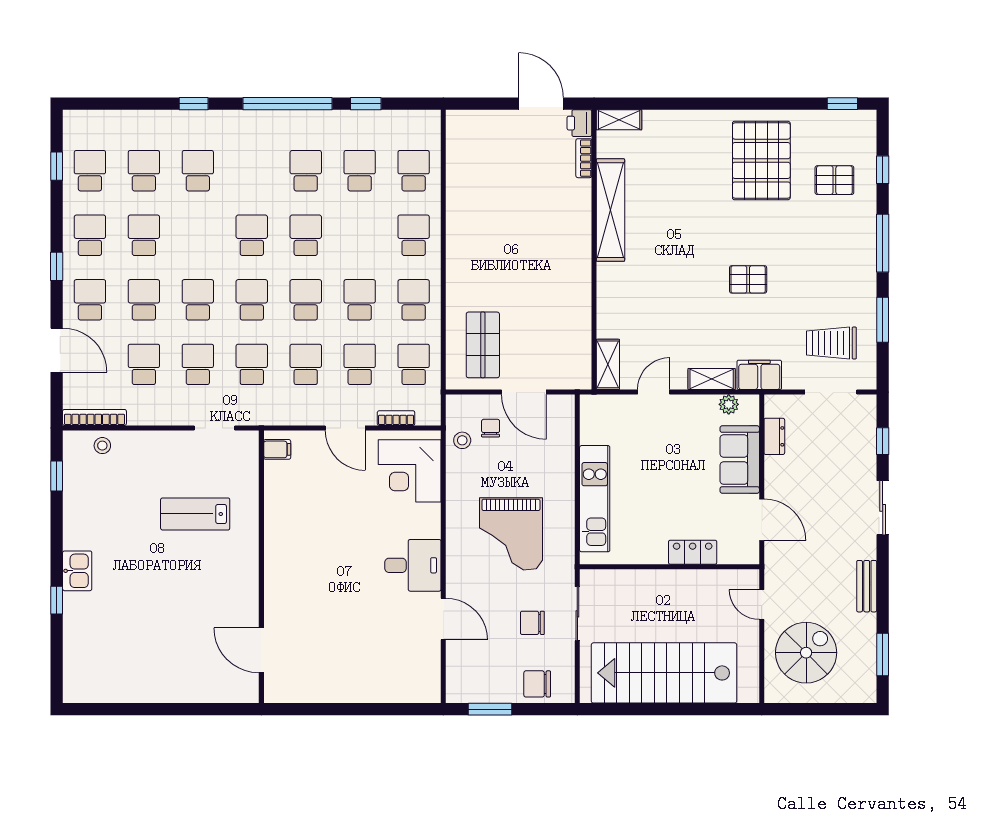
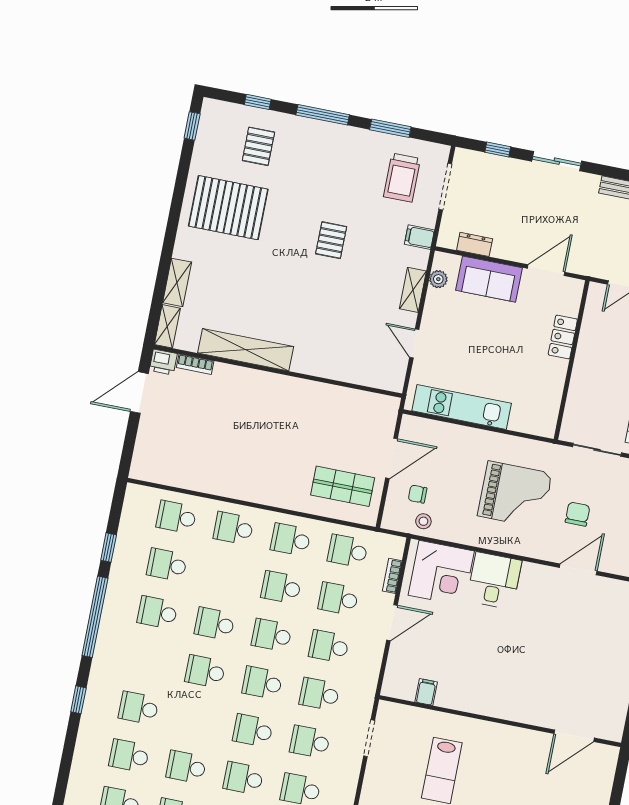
shelving: (608, 364) -> (177, 282), moved, turned 90
filing cabinet: (759, 375) -> (419, 237), width x0.50
filing cabinet: (277, 449) -> (426, 692), moved
kitchen unit: (595, 499) -> (462, 407), moved
desk: (413, 565) -> (494, 581), moved
chair: (532, 623) -> (578, 514), moved, turned 180

